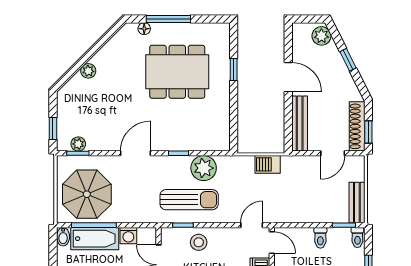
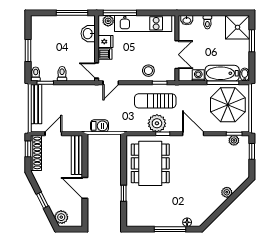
dining table: (177, 72) -> (150, 163), moved, turned 90
door: (136, 153) -> (193, 134), swing flipped
plant: (204, 168) -> (157, 123), moved
bench: (357, 203) -> (36, 104), width x1.36

